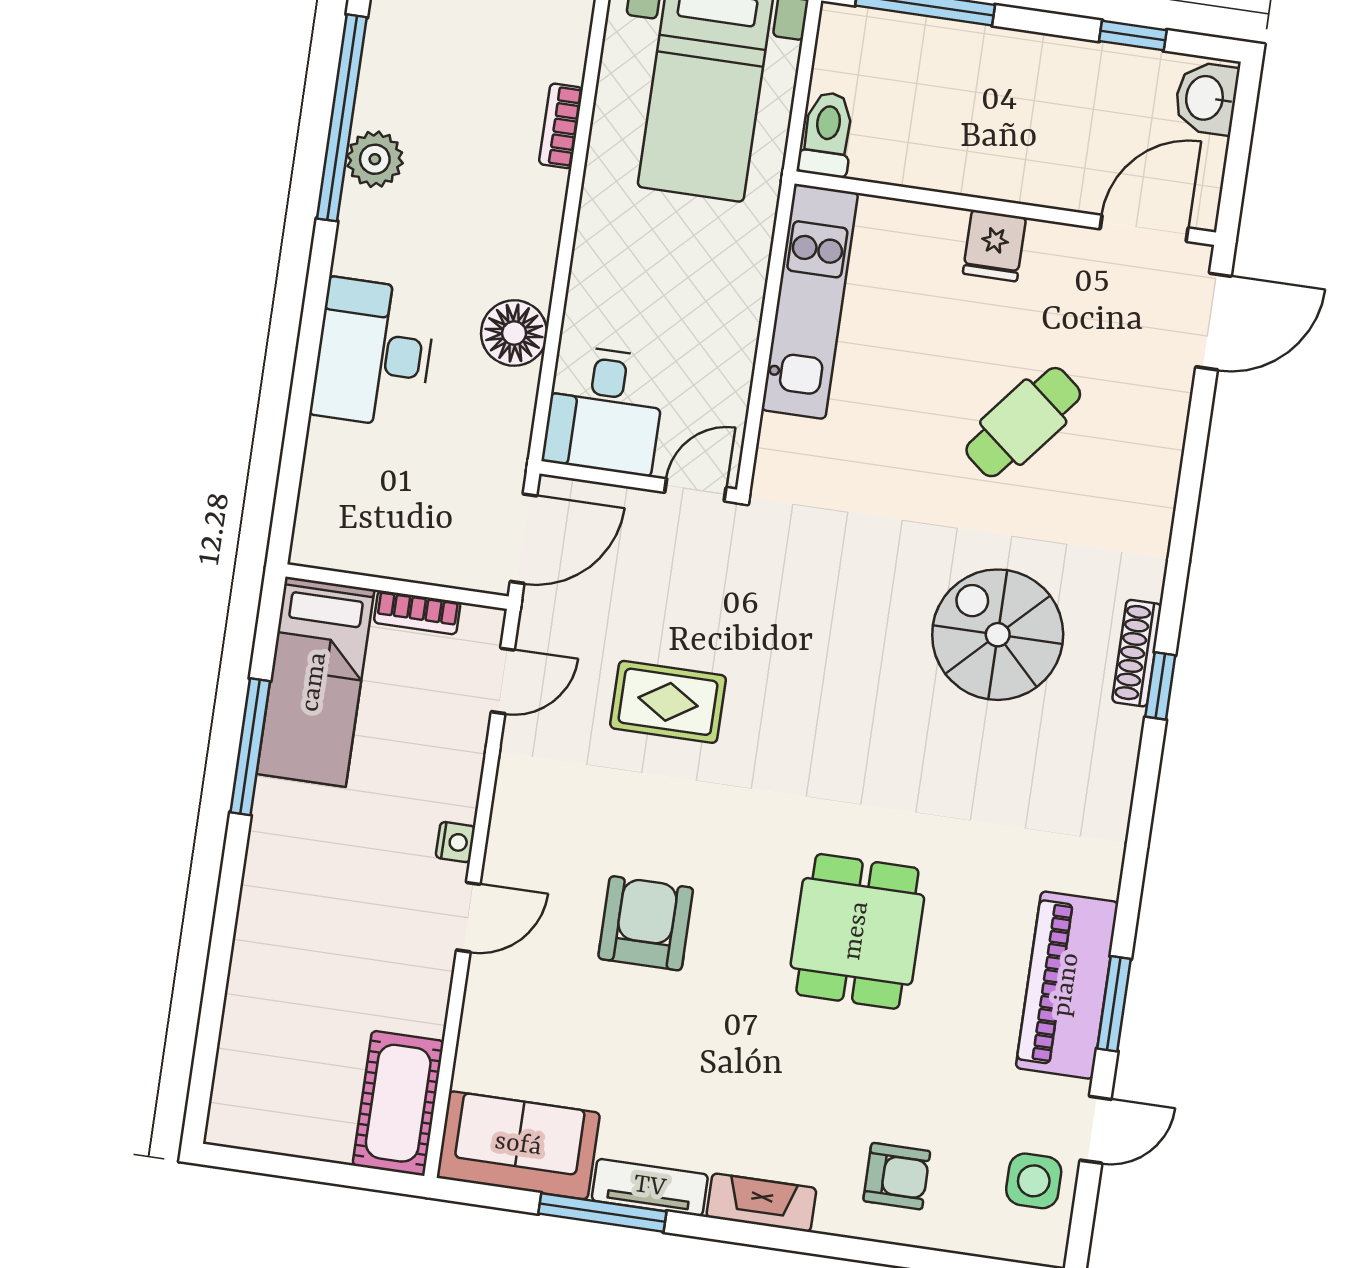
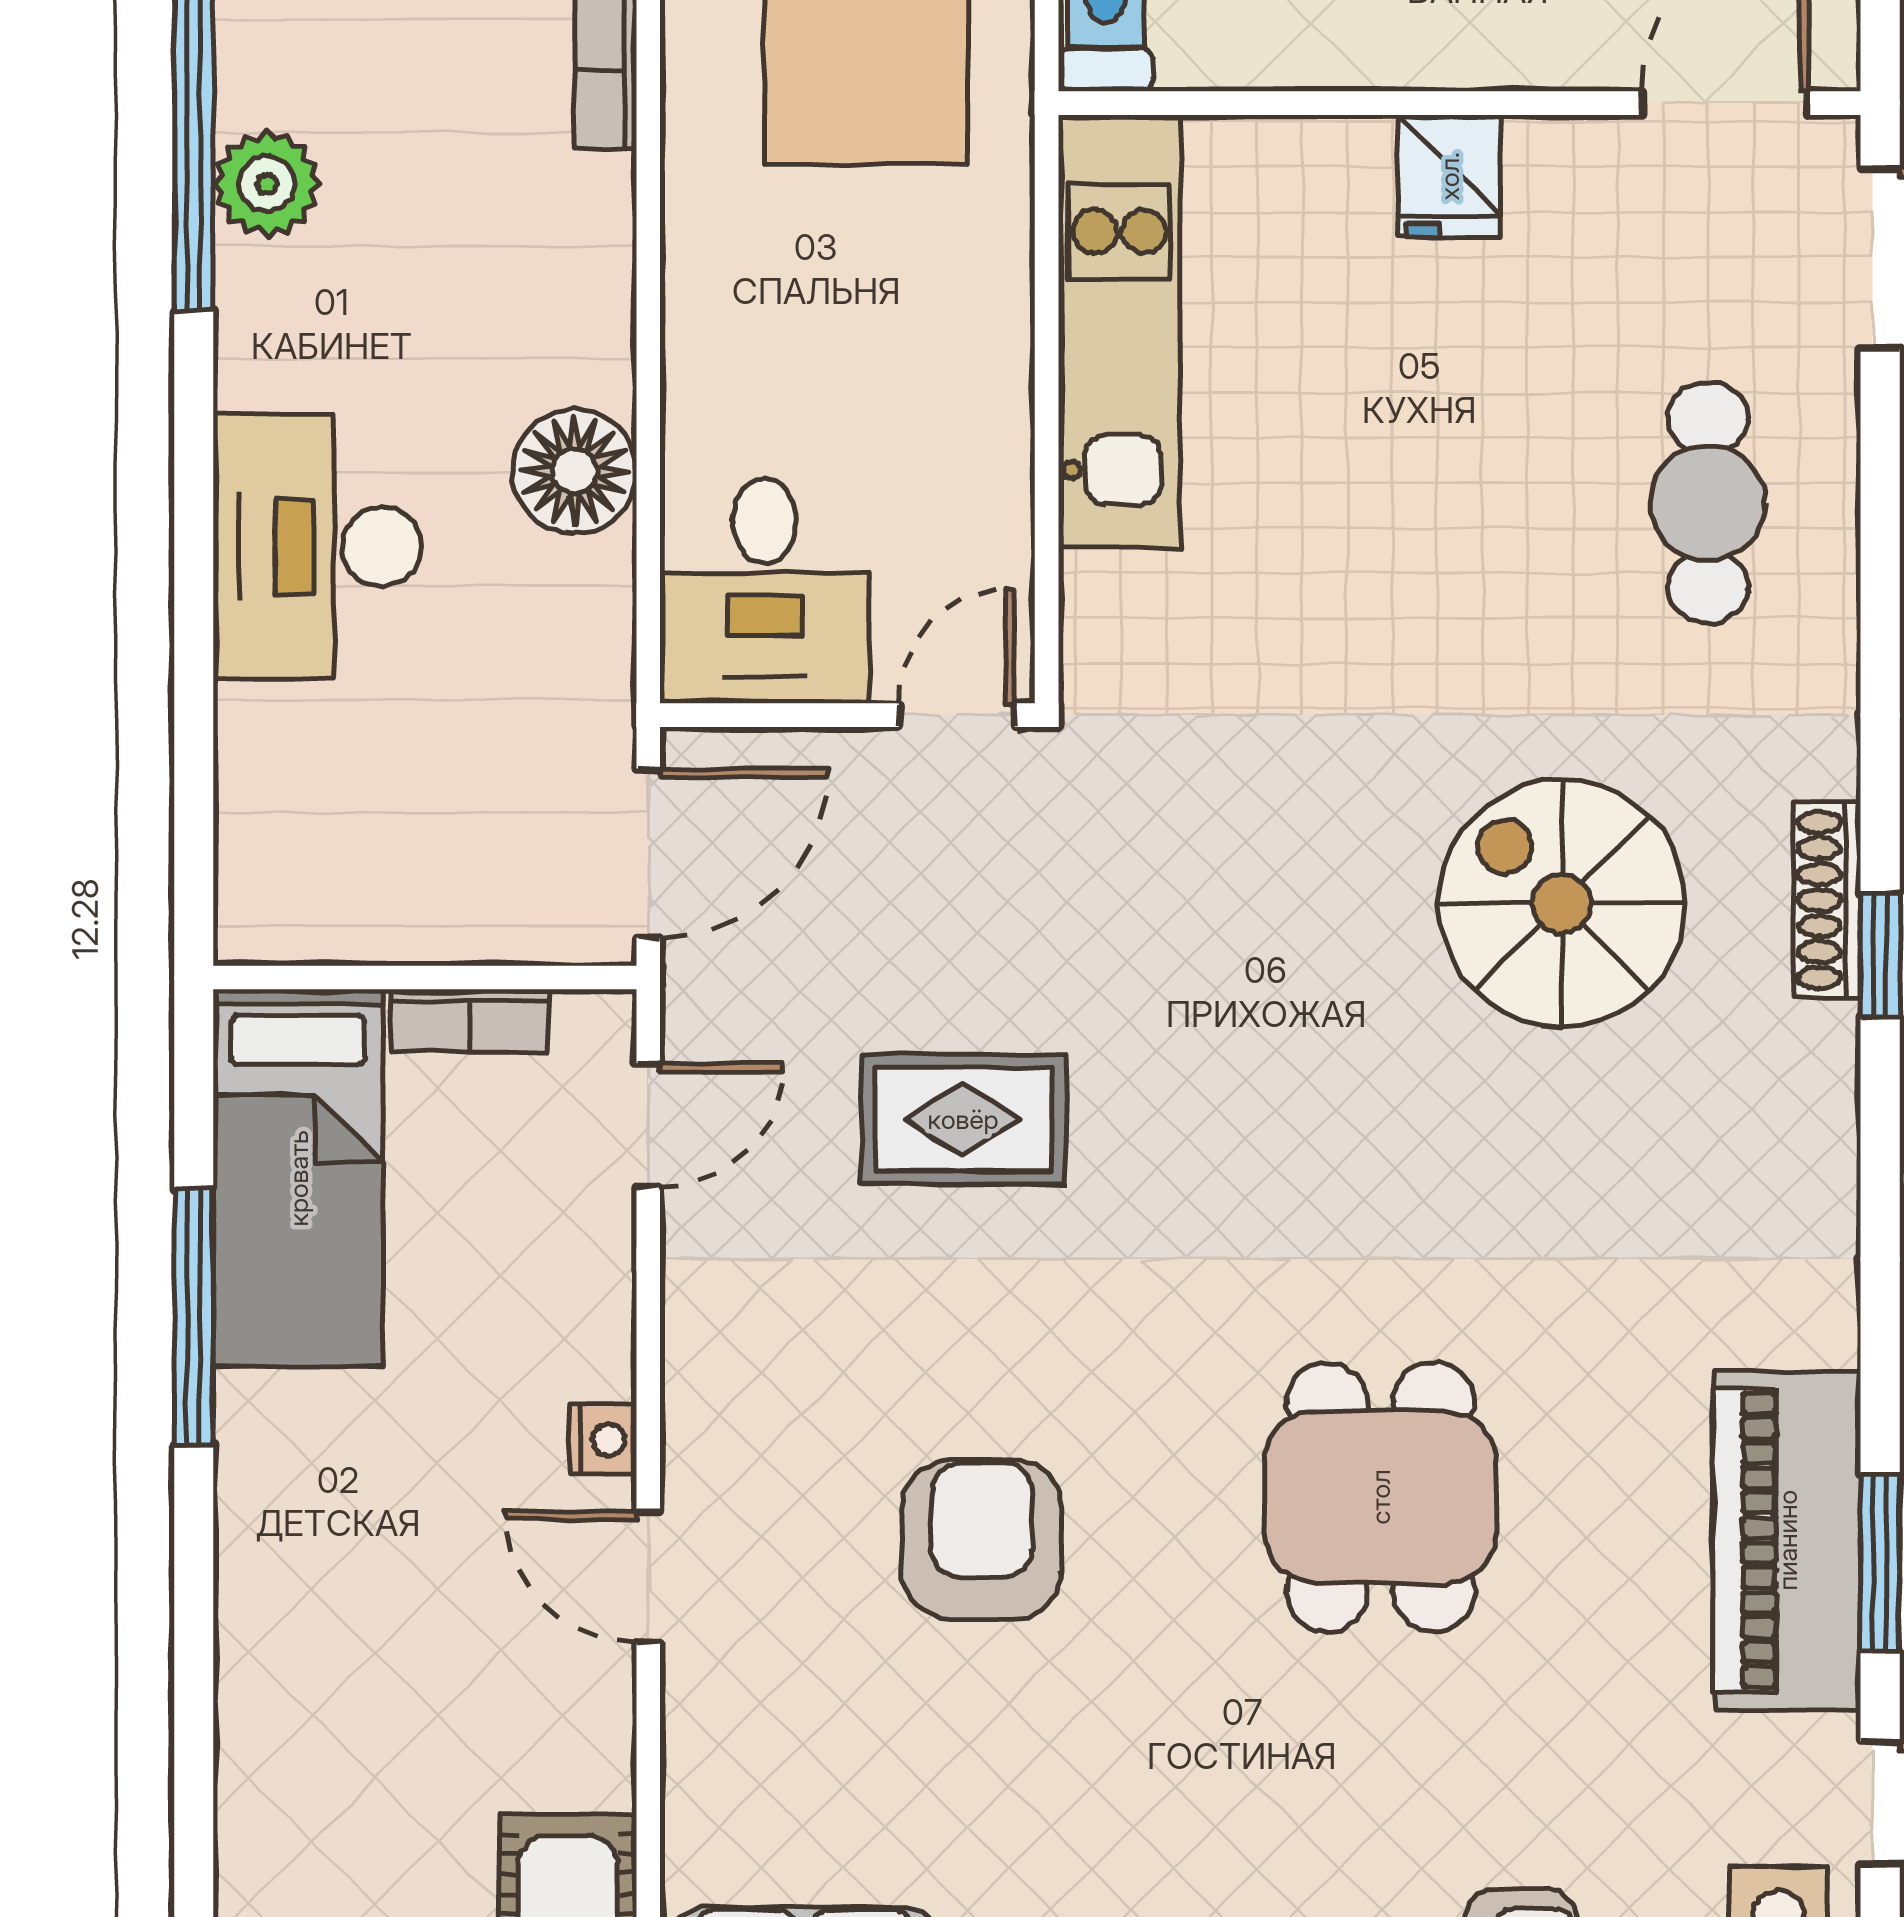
cafe table: (1023, 422) -> (1708, 503), moved, turned -39
door: (468, 917) -> (648, 1576), swing flipped

